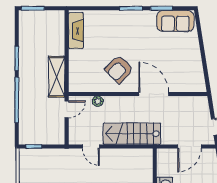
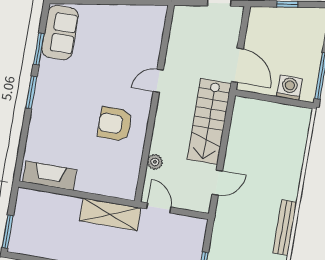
armchair: (119, 69) -> (115, 124), turned 135
door: (154, 94) -> (158, 81), width x0.53
door: (189, 146) -> (237, 65), moved

